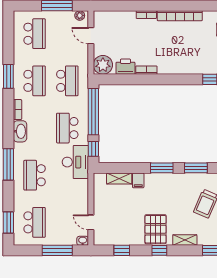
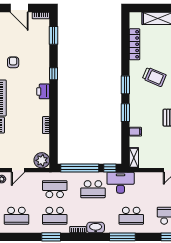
school desk: (35, 34) -> (16, 216), turned 180
printer: (125, 67) -> (43, 91), moved
school desk: (35, 81) -> (55, 216), turned 180
shelving: (119, 179) -> (134, 158), moved

